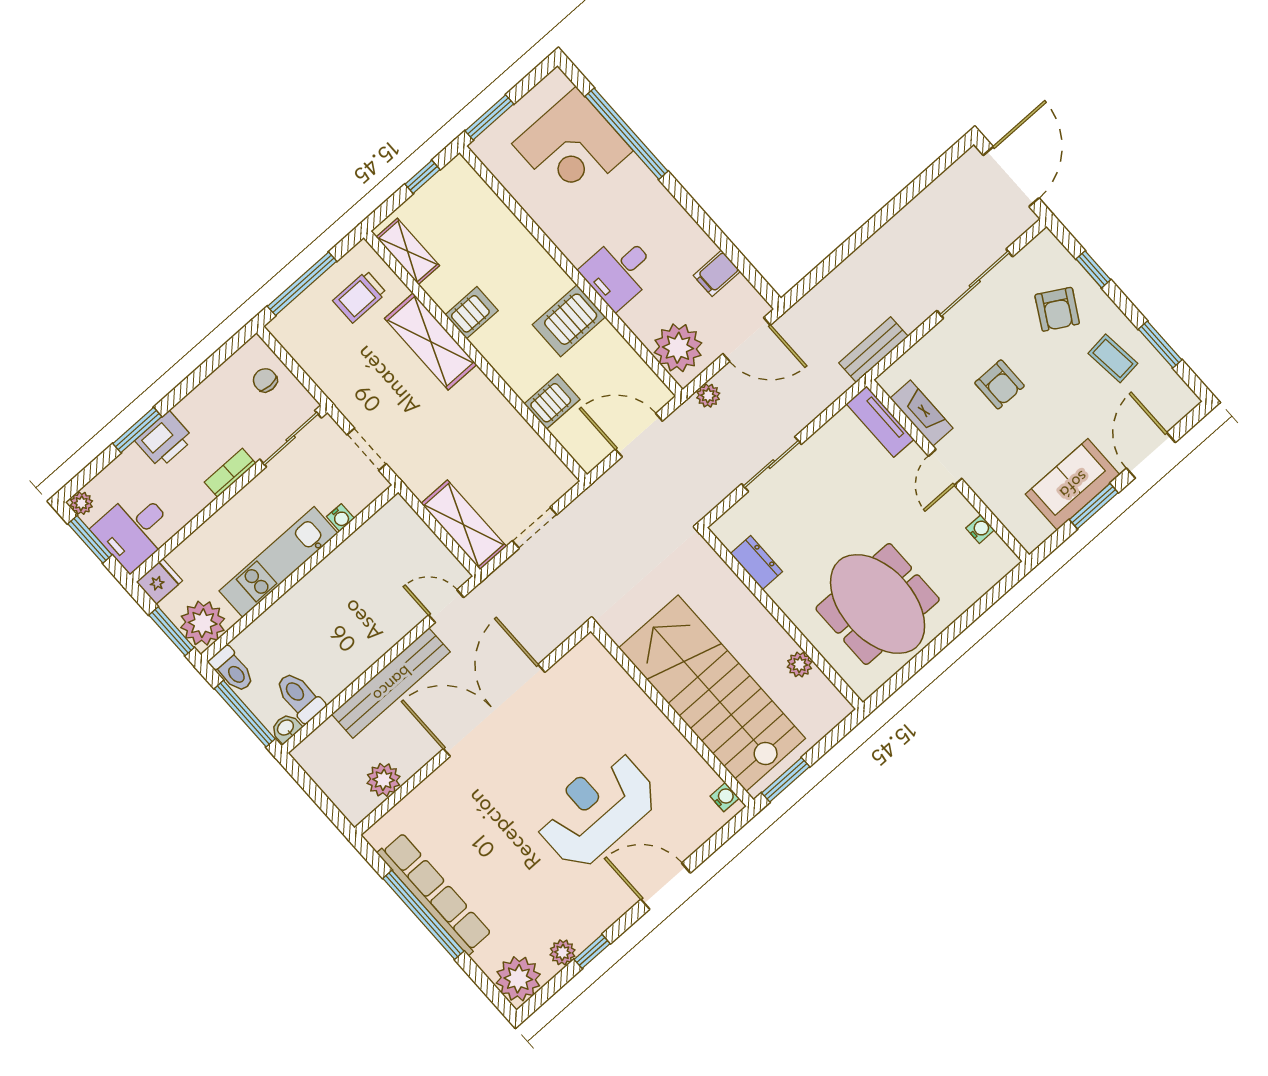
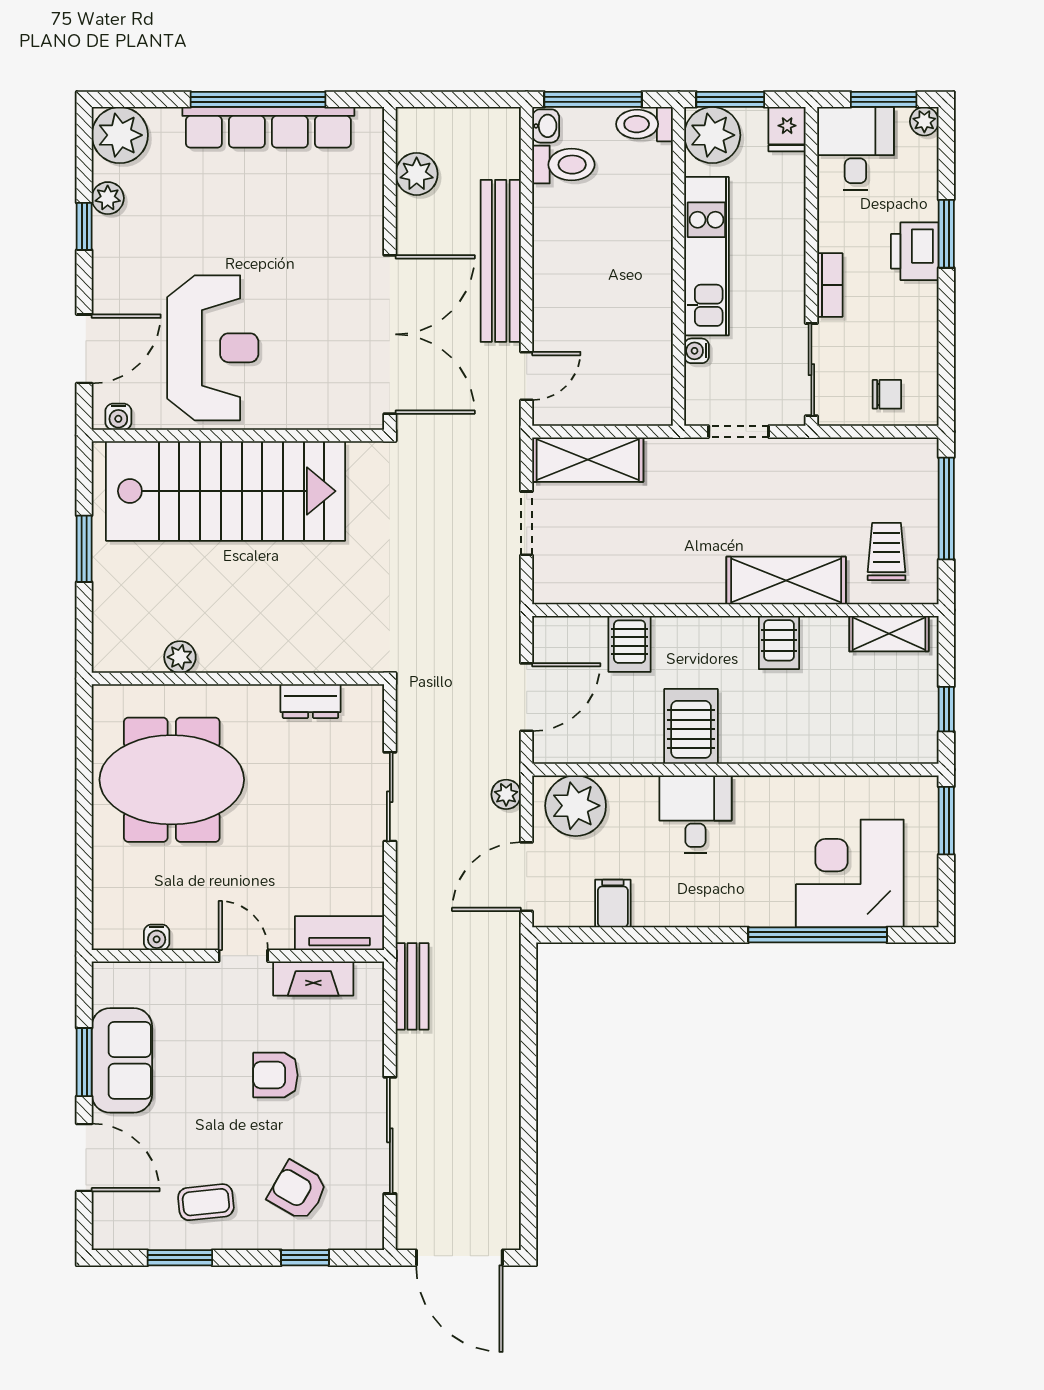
stairs: (712, 693) -> (226, 491), moved
wall: (672, 715) -> (238, 435), moved
water cooler: (725, 797) -> (118, 417), moved

